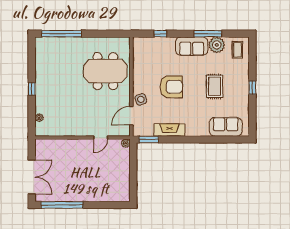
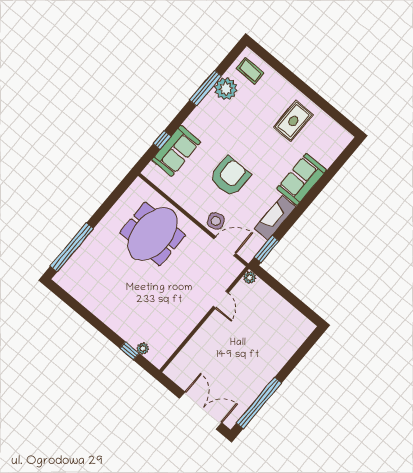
sofa: (192, 46) -> (176, 151), moved
rug: (215, 86) -> (293, 121), moved, turned 90
window: (252, 88) -> (305, 89), removed
window: (32, 89) -> (129, 351), moved
door: (131, 116) -> (225, 246), swing flipped
sofa: (226, 127) -> (302, 179), moved

